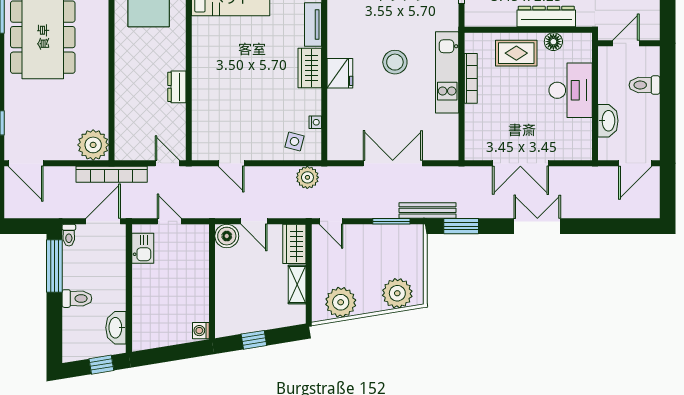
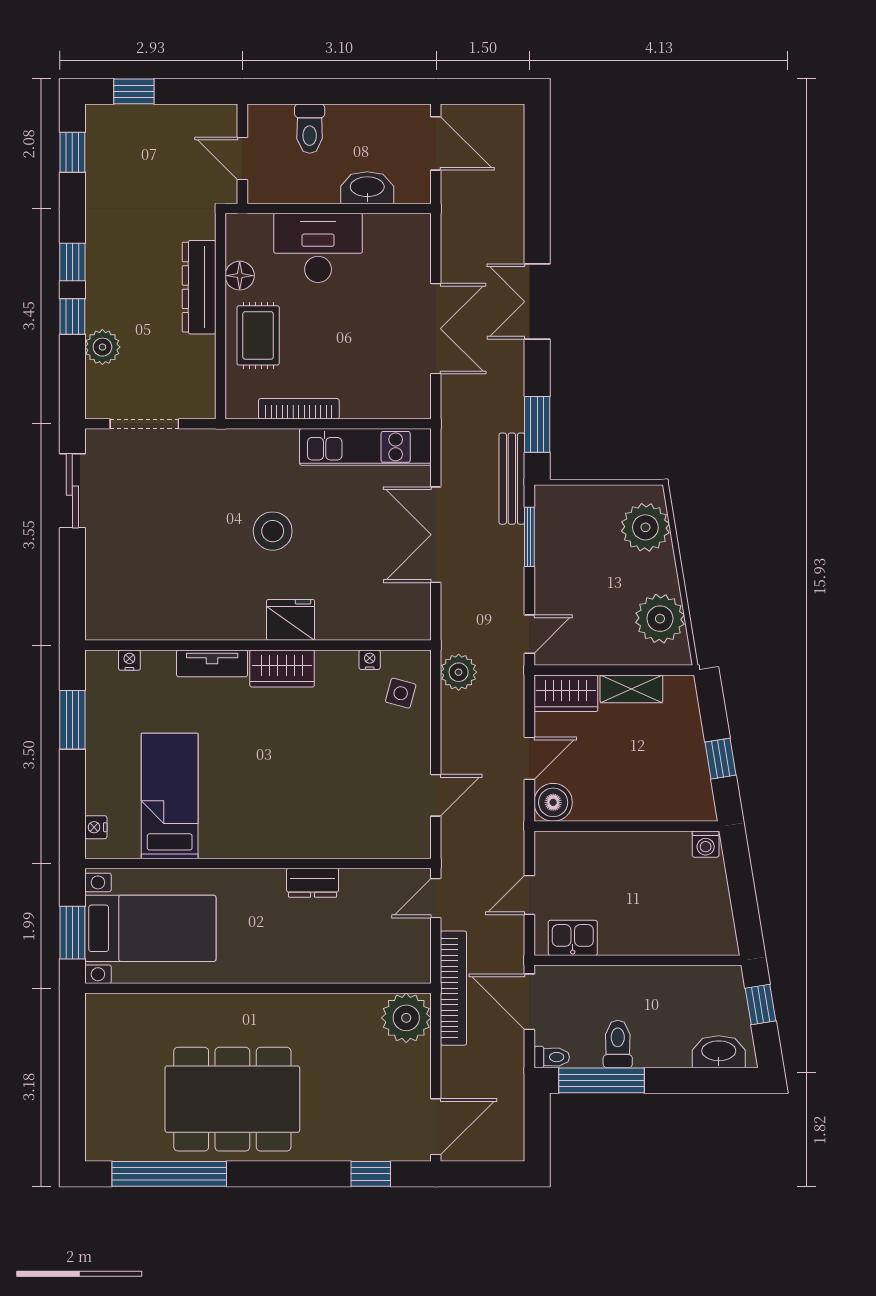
kitchen unit: (447, 72) -> (365, 447), moved
toilet: (77, 299) -> (618, 1044), moved
washbasin: (116, 328) -> (719, 1052), moved, turned 180

